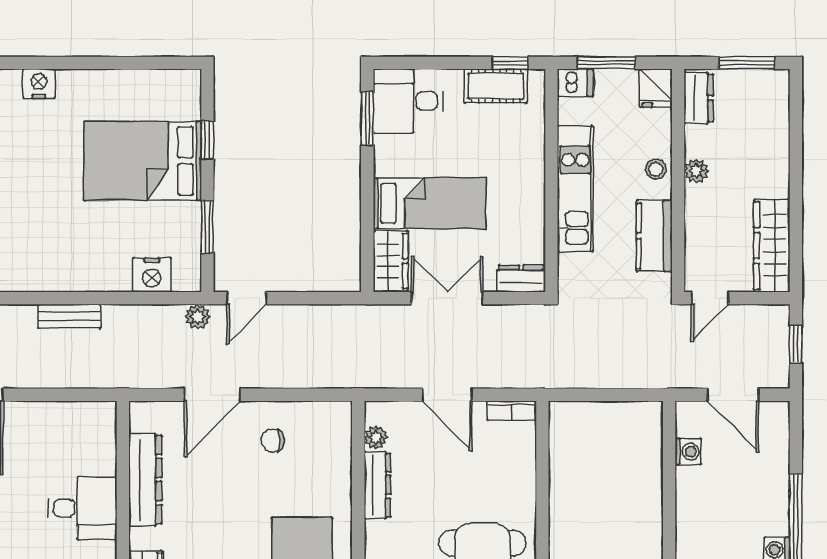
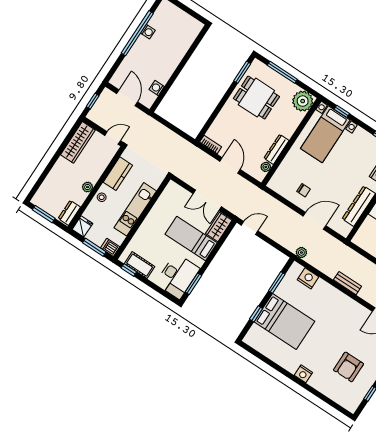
desk: (408, 101) -> (177, 276), width x1.37
dresser: (521, 278) -> (176, 190), removed
door: (247, 298) -> (250, 228), moved

